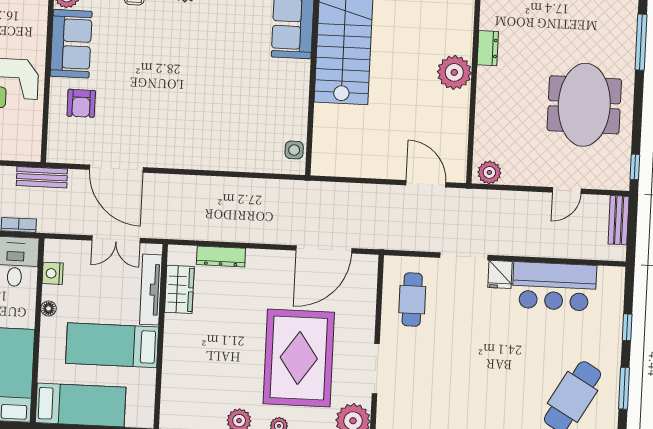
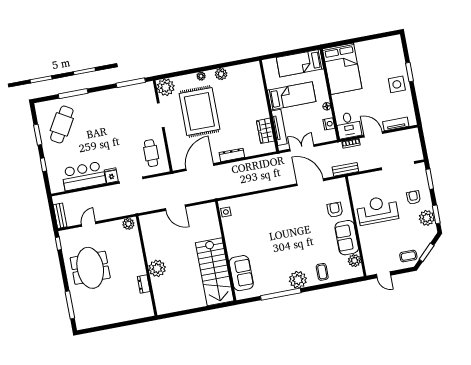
door: (426, 184) -> (175, 208), moved
dresser: (221, 256) -> (232, 155), moved

